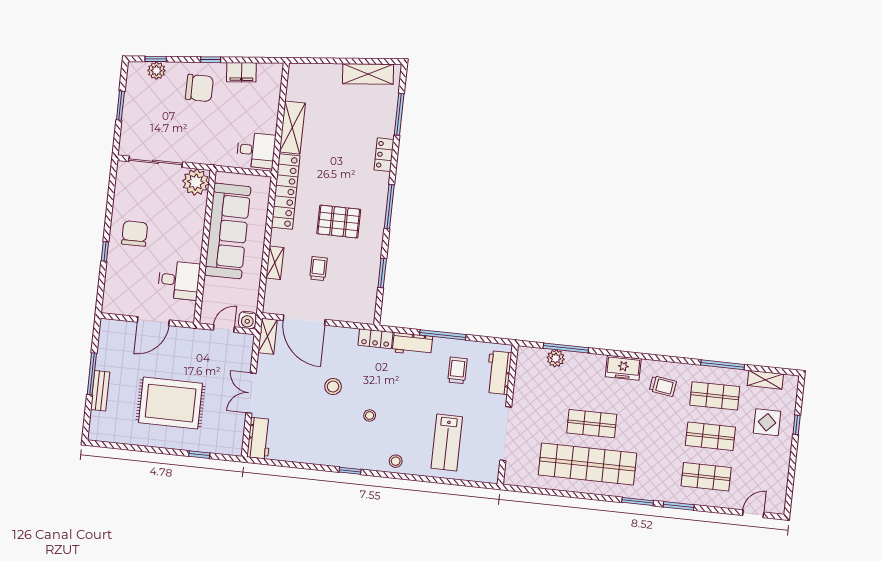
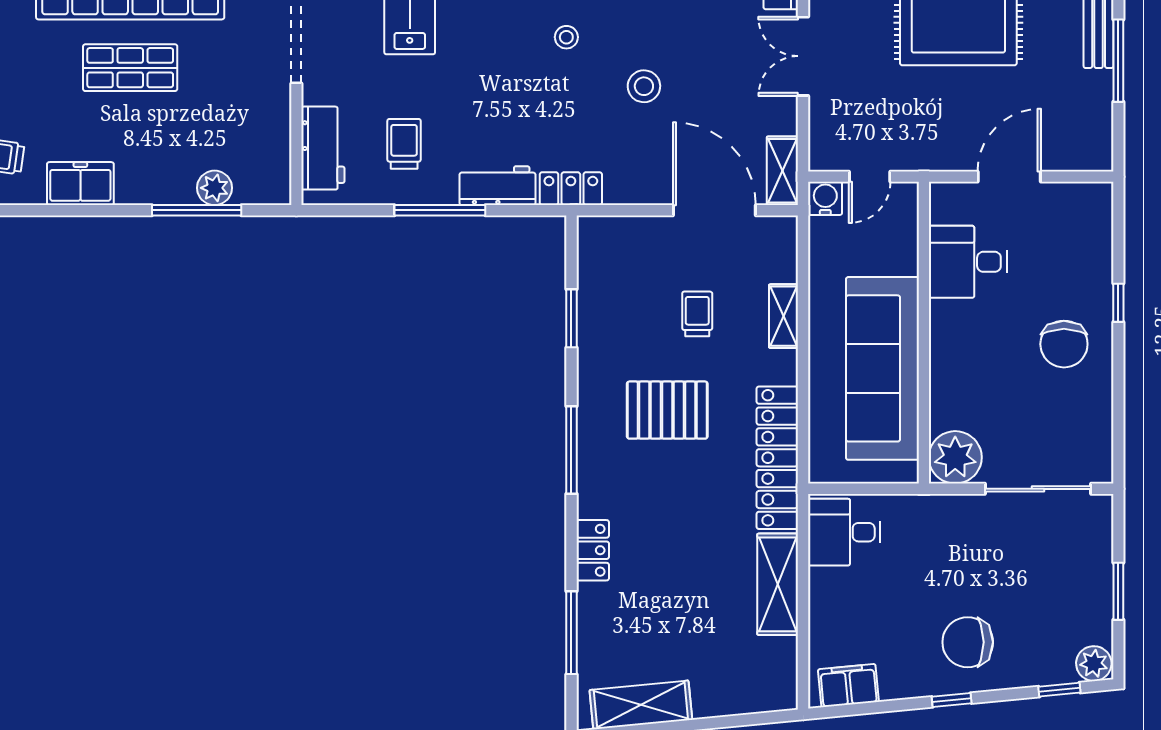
plant: (156, 71) -> (1094, 664), moved
filing cabinet: (241, 72) -> (848, 686), moved
trolley: (318, 269) -> (697, 314), turned 180
trolley: (457, 370) -> (404, 144), turned 180
double door: (251, 393) -> (803, 56), swing flipped

